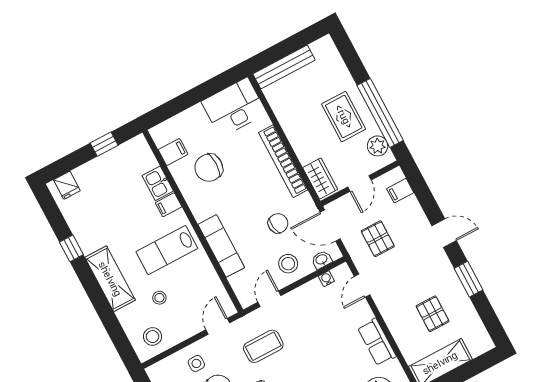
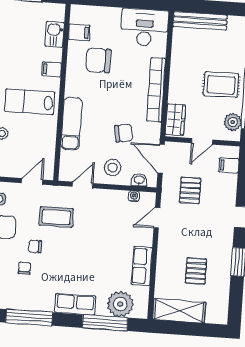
rug: (344, 117) -> (221, 85), turned 90
kitchen sink: (158, 183) -> (54, 34), moved

